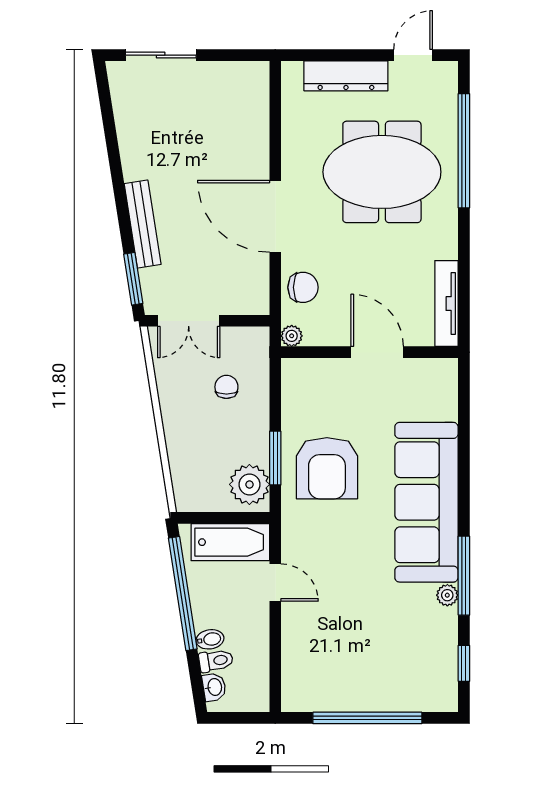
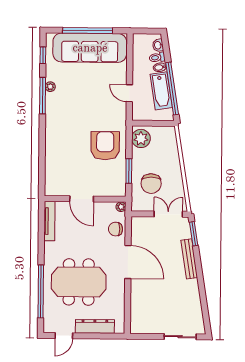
chair: (226, 387) -> (151, 184), width x1.87, depth x1.87
window: (275, 458) -> (129, 171), moved
sofa: (426, 502) -> (90, 48), moved, turned 90
bathtub: (230, 542) -> (161, 91), moved, turned -99

